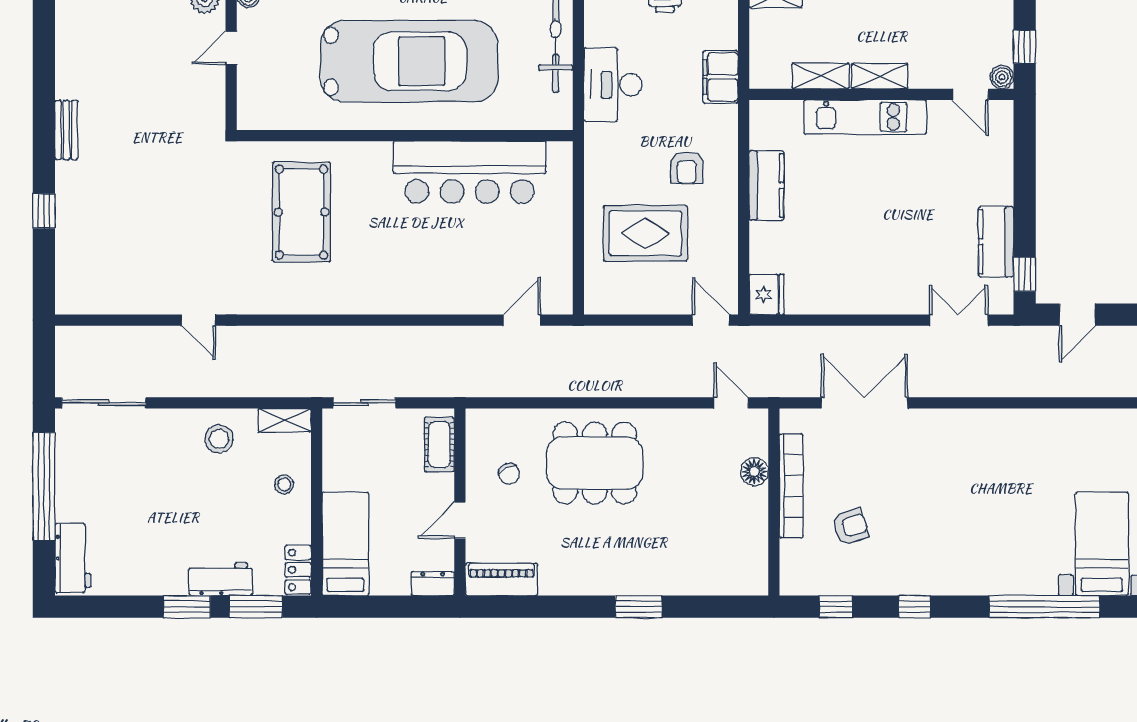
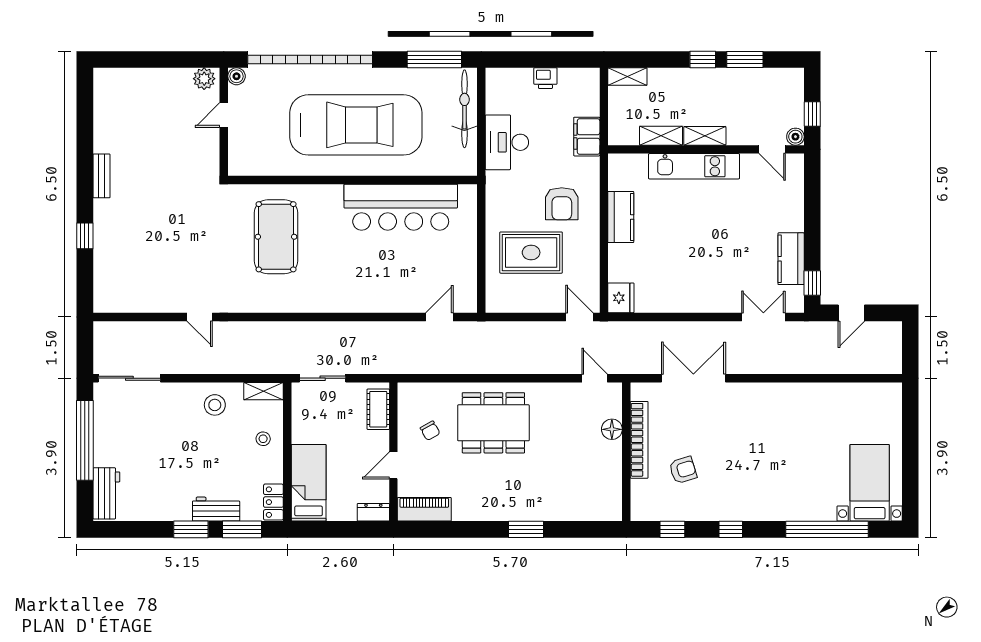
armchair: (687, 168) -> (562, 204), width x1.38, depth x1.38

